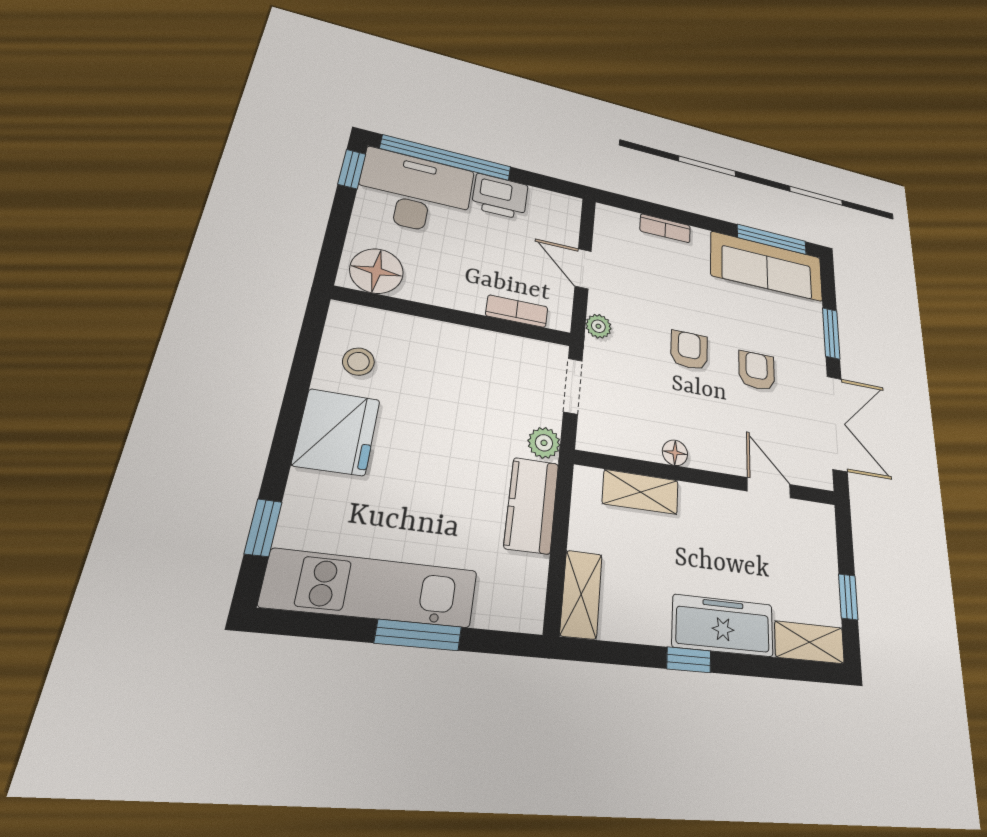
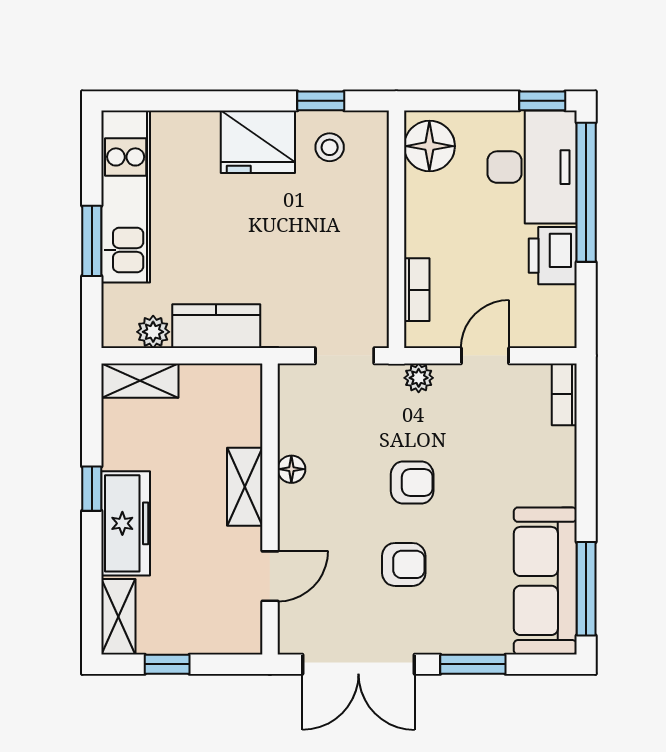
bookcase: (665, 228) -> (564, 394), moved
plant: (544, 443) -> (153, 332), moved
shelving: (641, 492) -> (245, 487), moved
window: (263, 528) -> (321, 101), moved

